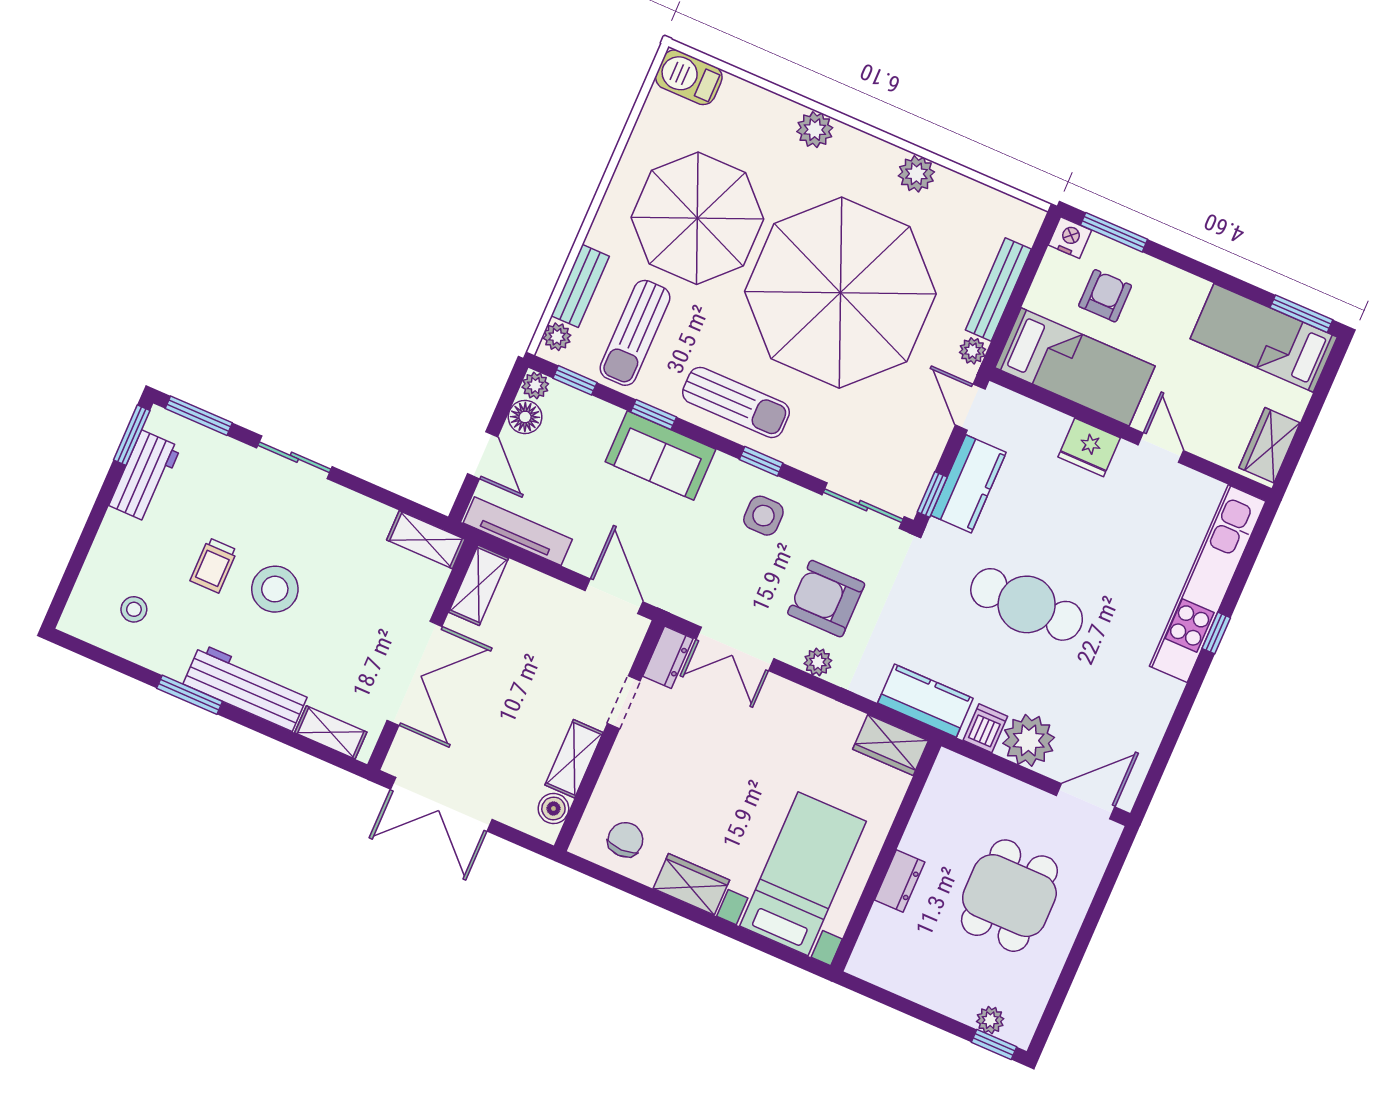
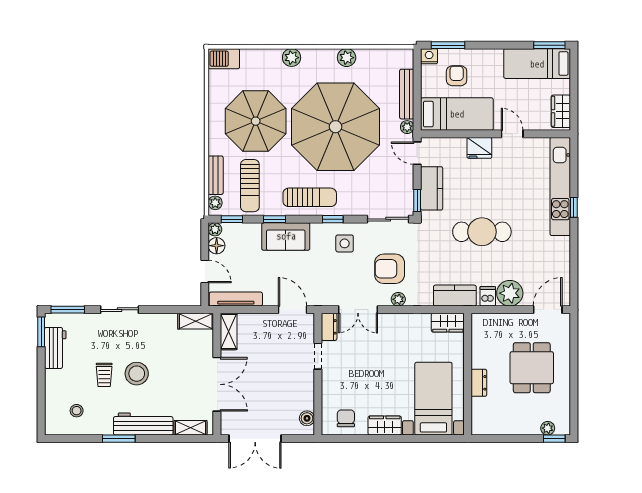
shelving: (574, 759) -> (306, 392), removed

